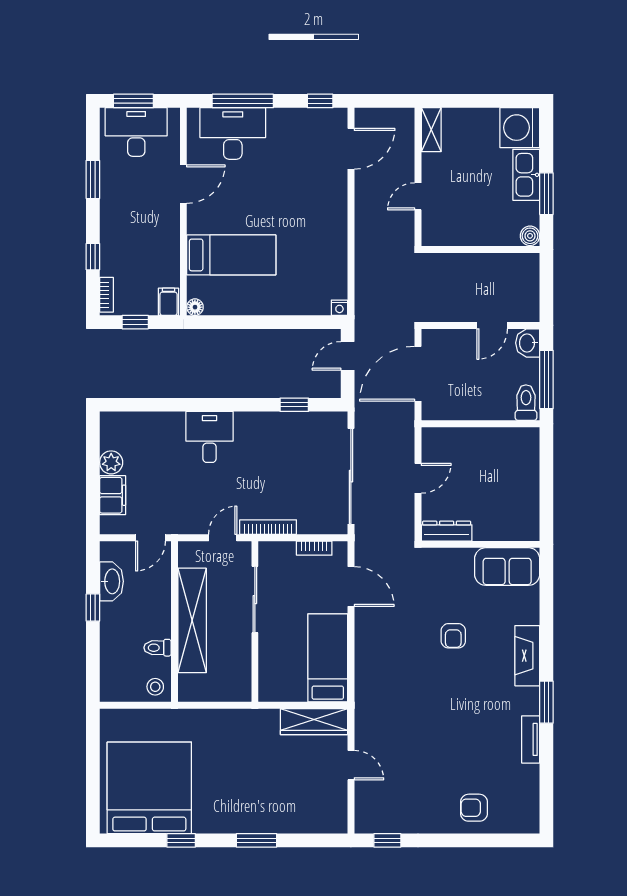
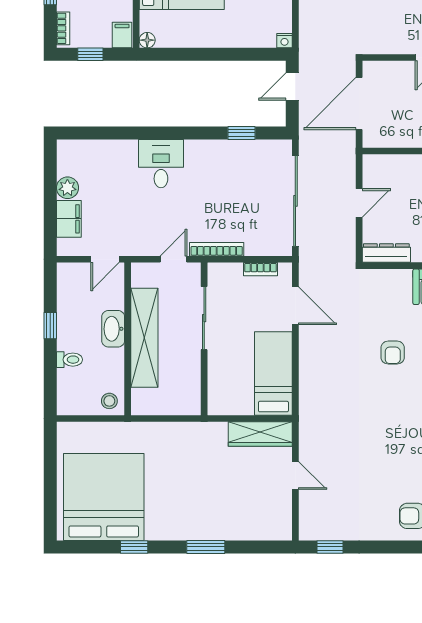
washbasin: (111, 581) -> (113, 329), moved, turned 180
toilet: (158, 648) -> (69, 360), moved, turned 180

